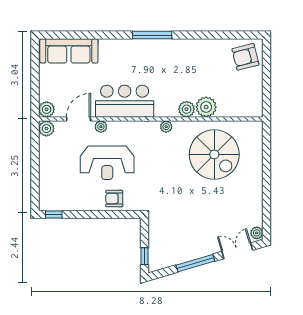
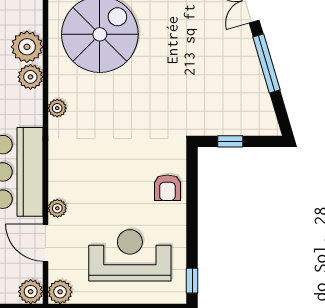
reception desk: (107, 163) -> (130, 255), moved, turned -90
window: (145, 256) -> (230, 141), moved

